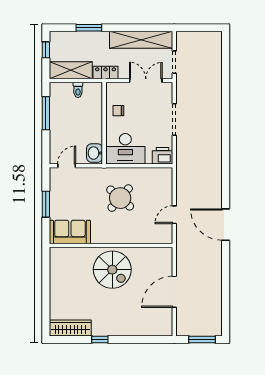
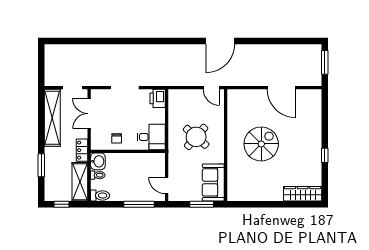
toilet: (56, 92) -> (100, 195), added
window: (46, 113) -> (139, 204), moved
desk: (125, 149) -> (151, 137), width x0.73
washbasin: (95, 153) -> (98, 161), moved, turned -90
sofa: (70, 232) -> (213, 182), moved
wall: (111, 246) -> (226, 145), moved
wardrobe: (70, 328) -> (303, 194), moved, turned 90

